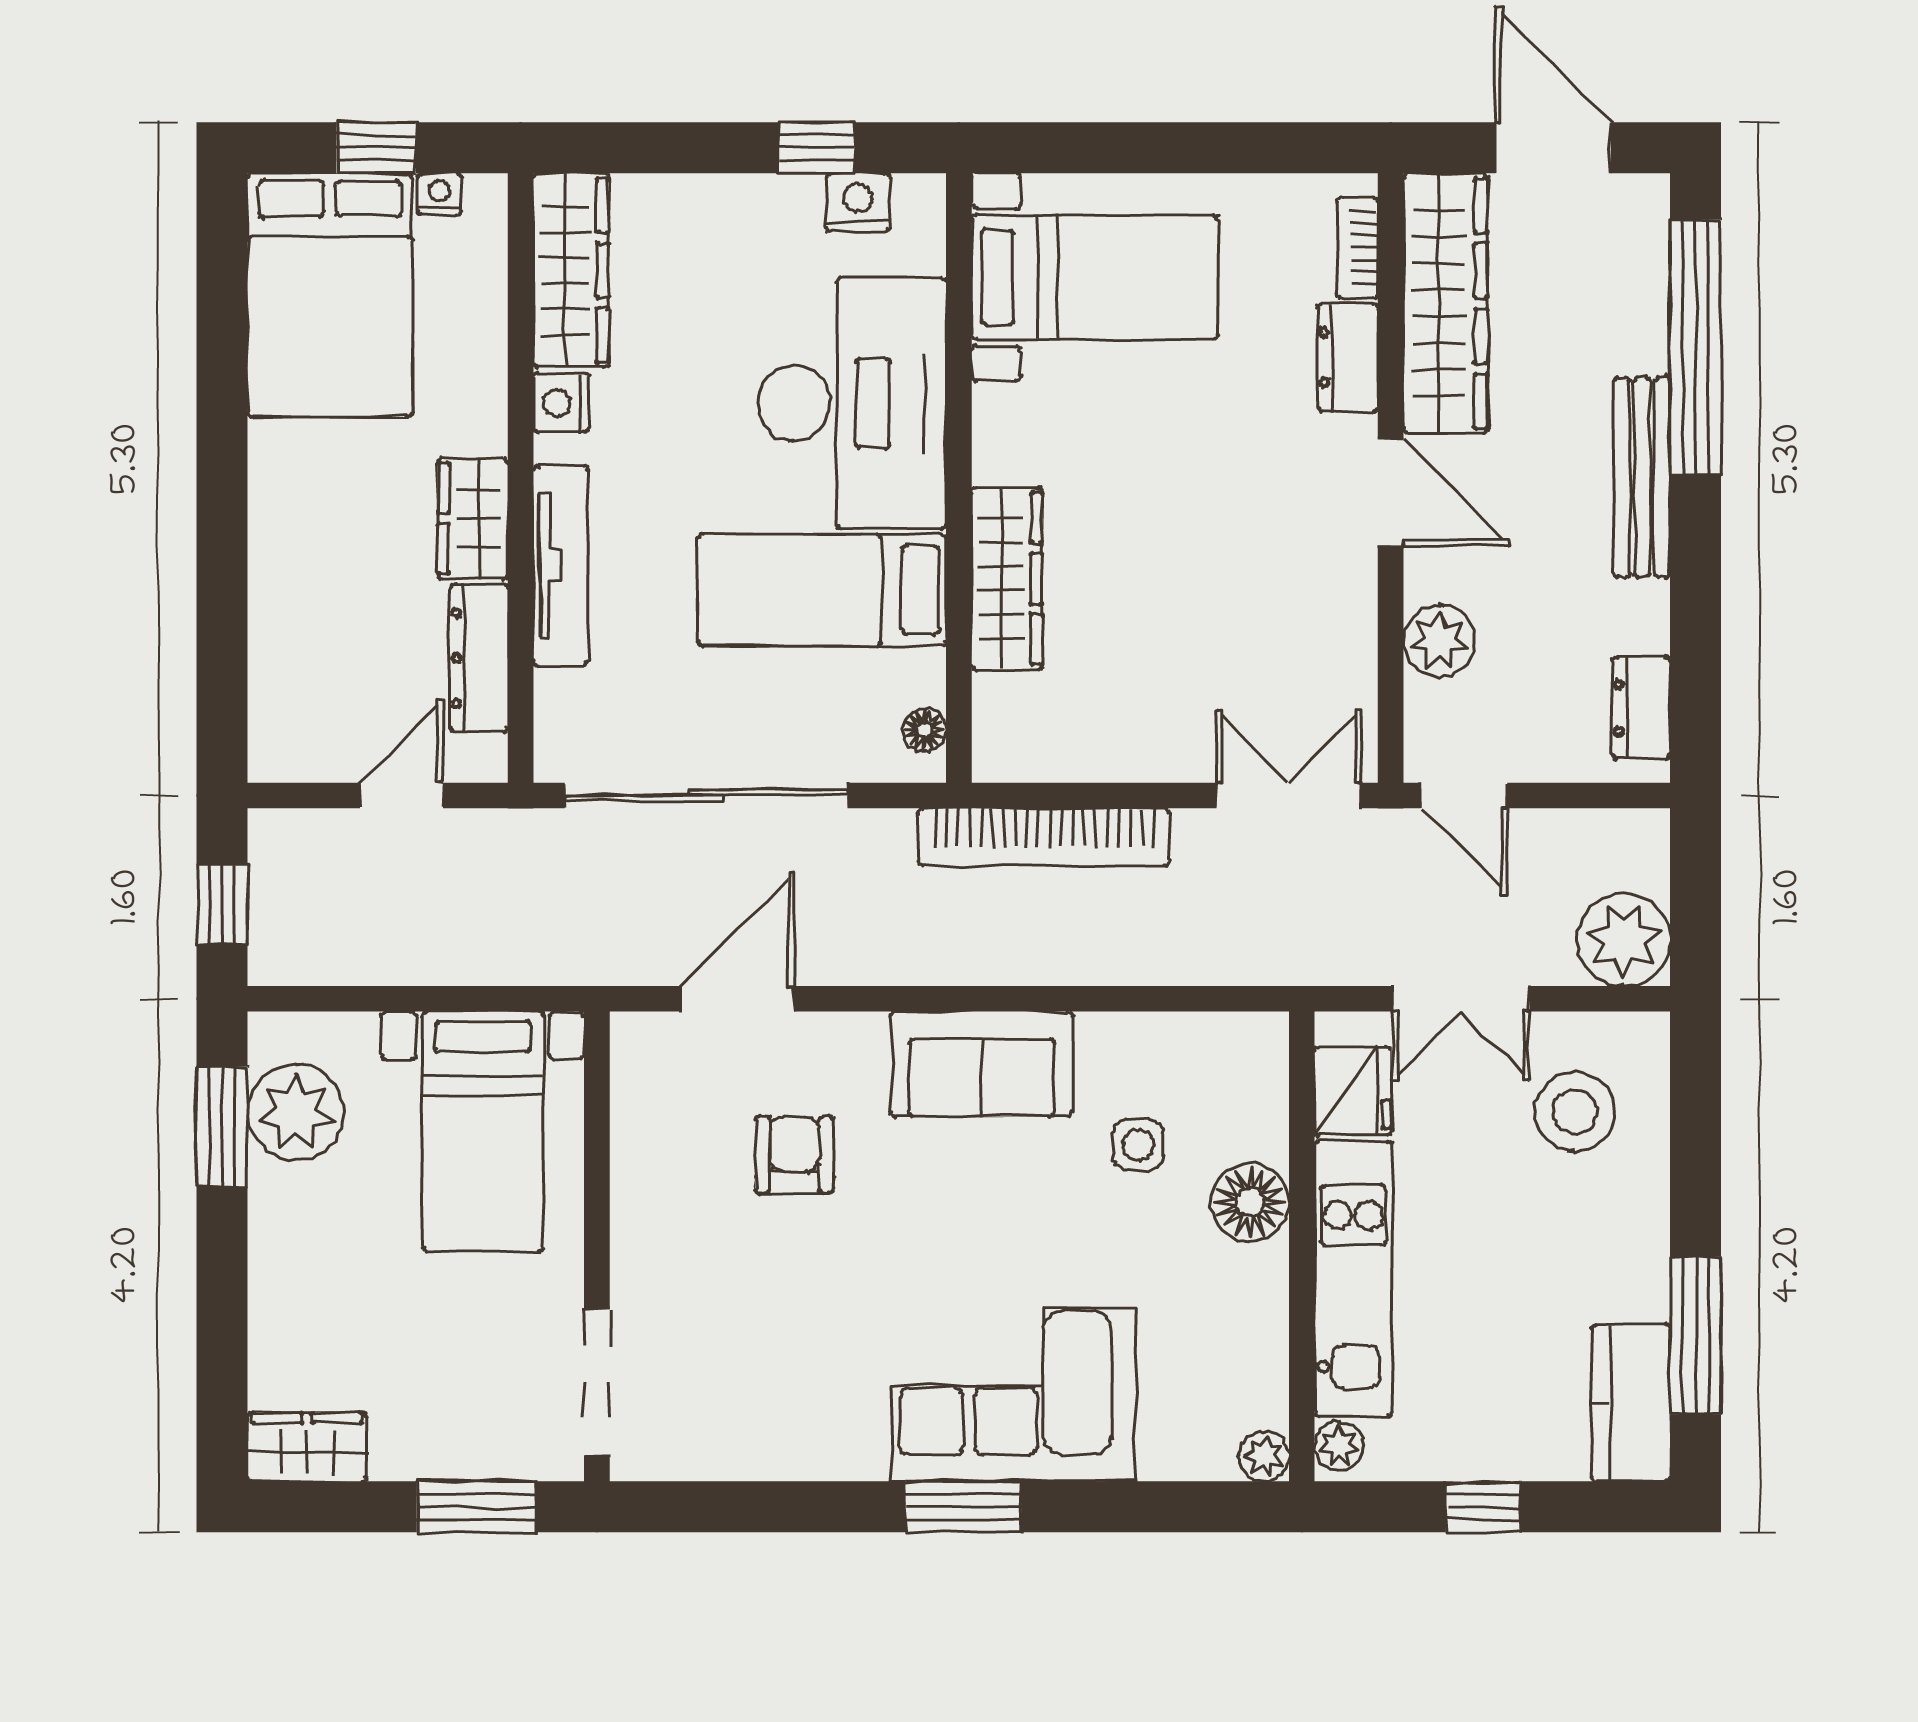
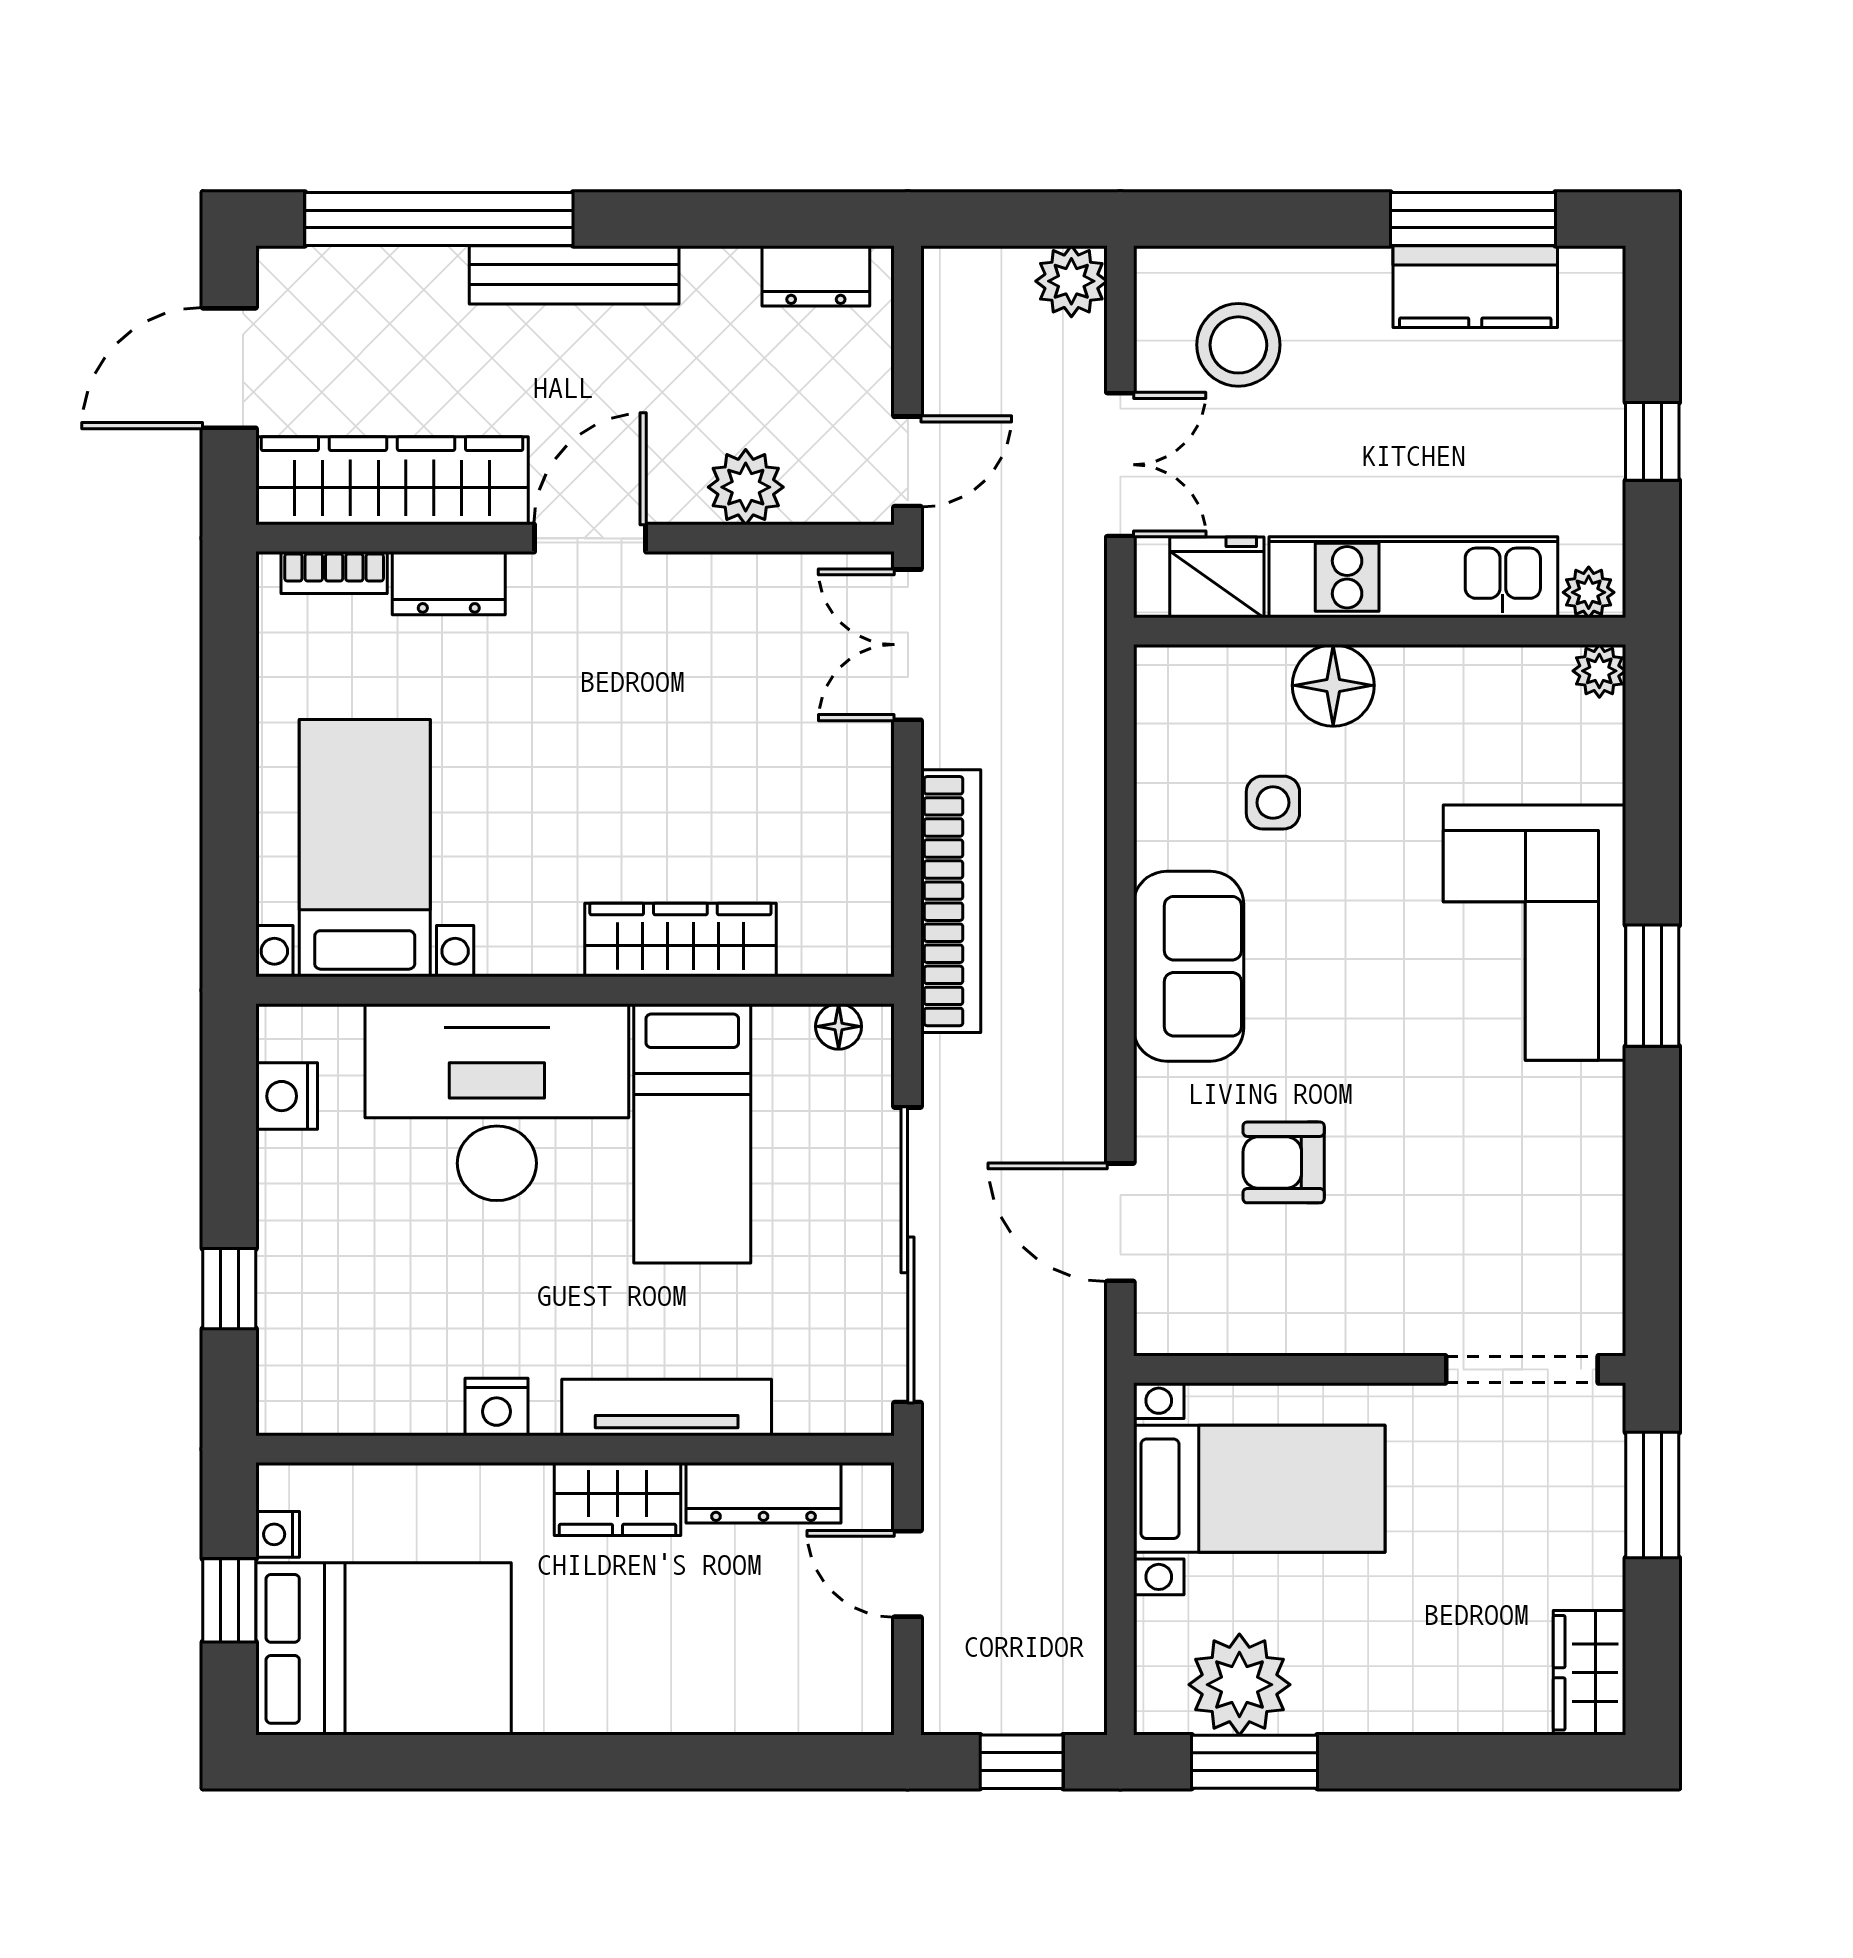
window: (817, 148) -> (229, 1289), moved
wardrobe: (571, 270) -> (358, 1396), removed
plant: (1624, 939) -> (1071, 281), width x0.73, depth x0.73
kitchen counter: (1631, 1403) -> (1475, 287), moved

